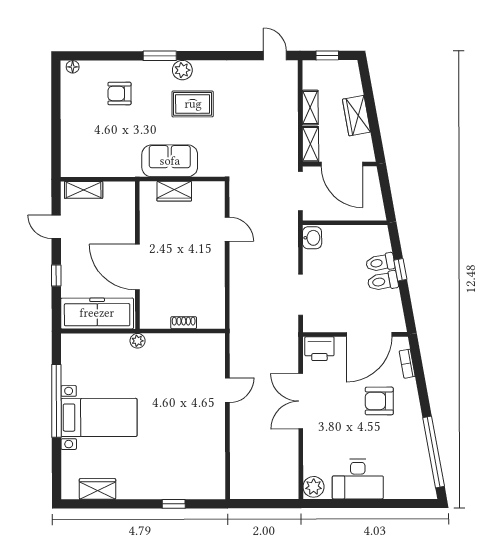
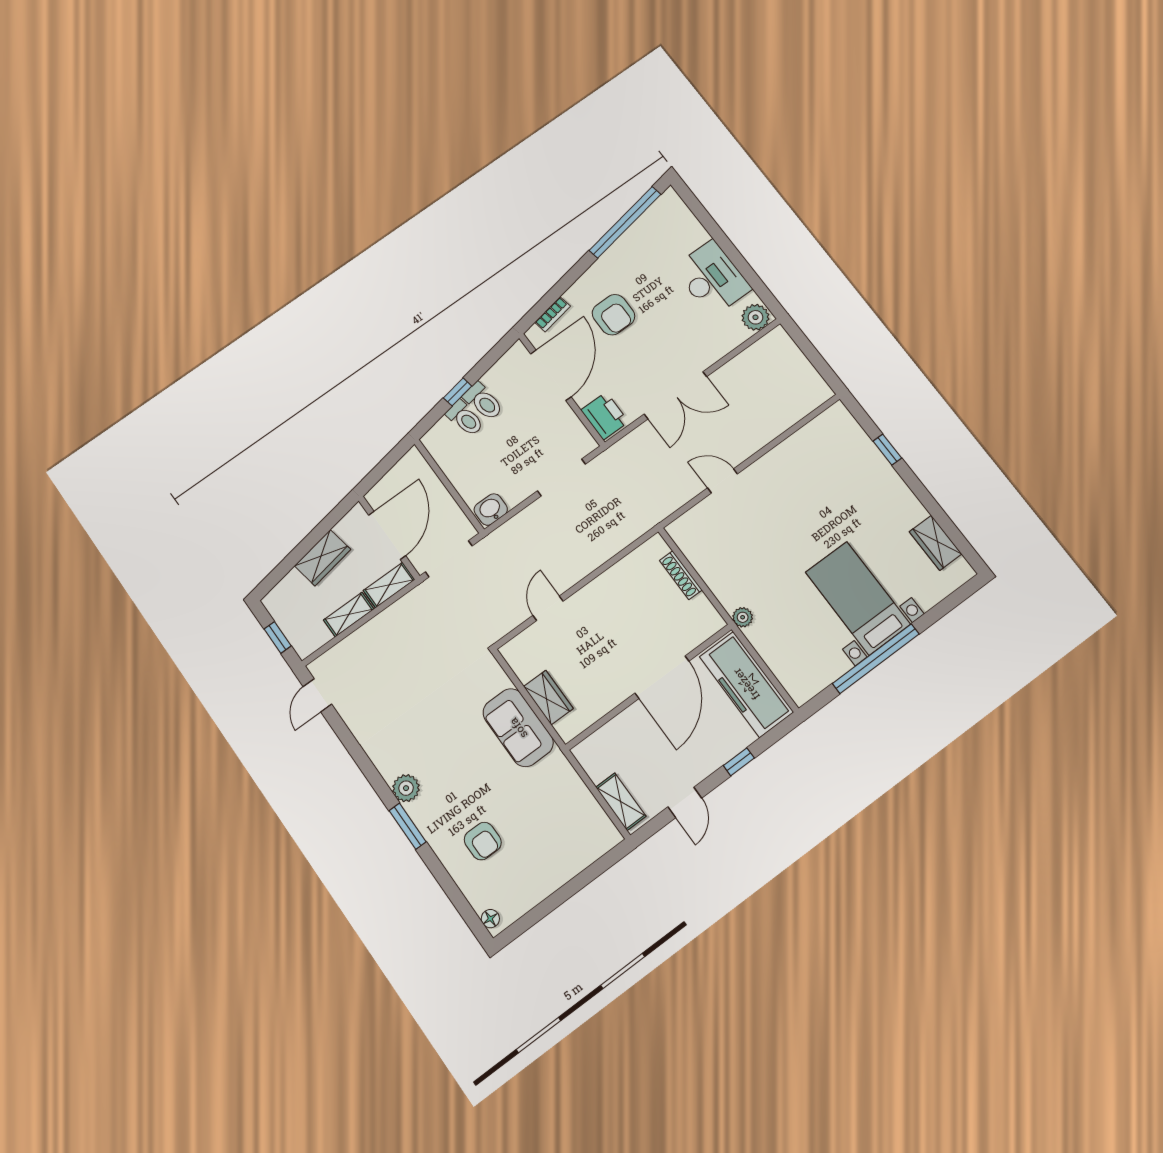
rug: (193, 104) -> (436, 748), removed
shoe rack: (184, 323) -> (681, 575), width x1.43
door: (369, 334) -> (551, 375), hinge flipped

